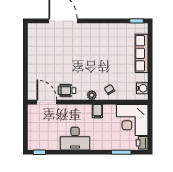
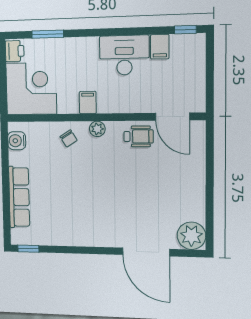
plant: (36, 31) -> (191, 236), added
filing cabinet: (54, 143) -> (160, 47), added

